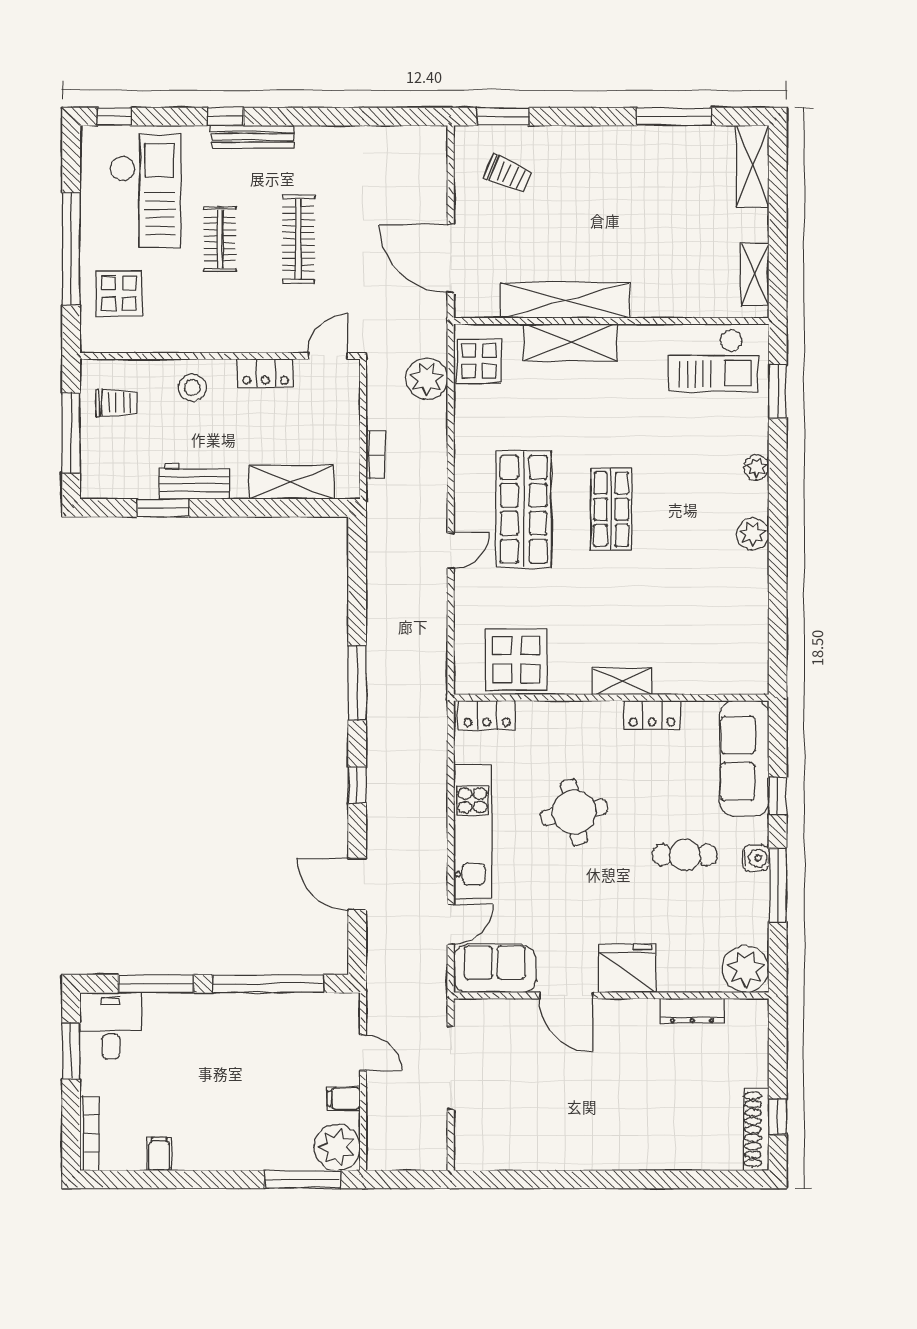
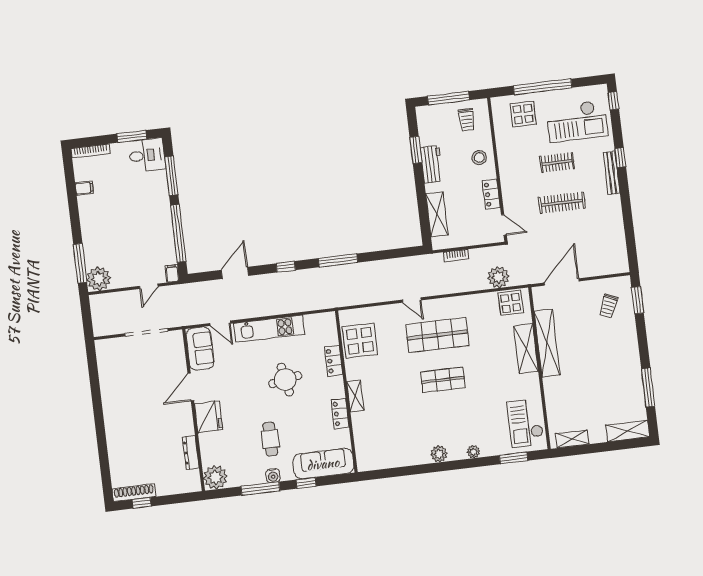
locker: (487, 715) -> (334, 361), moved
filing cabinet: (344, 1098) -> (172, 273), moved

